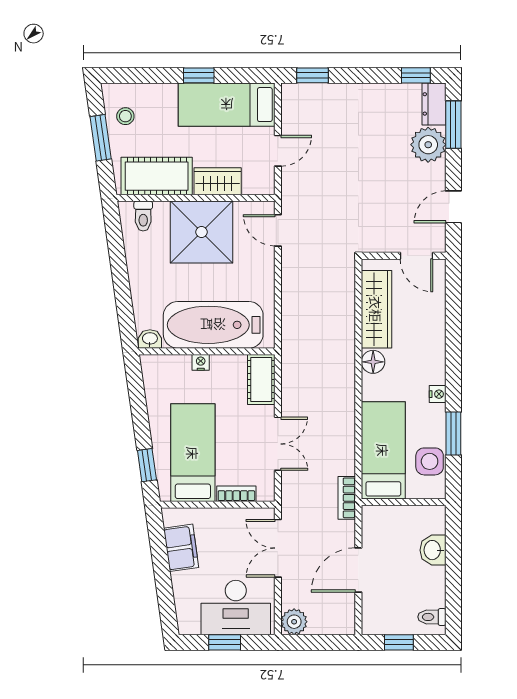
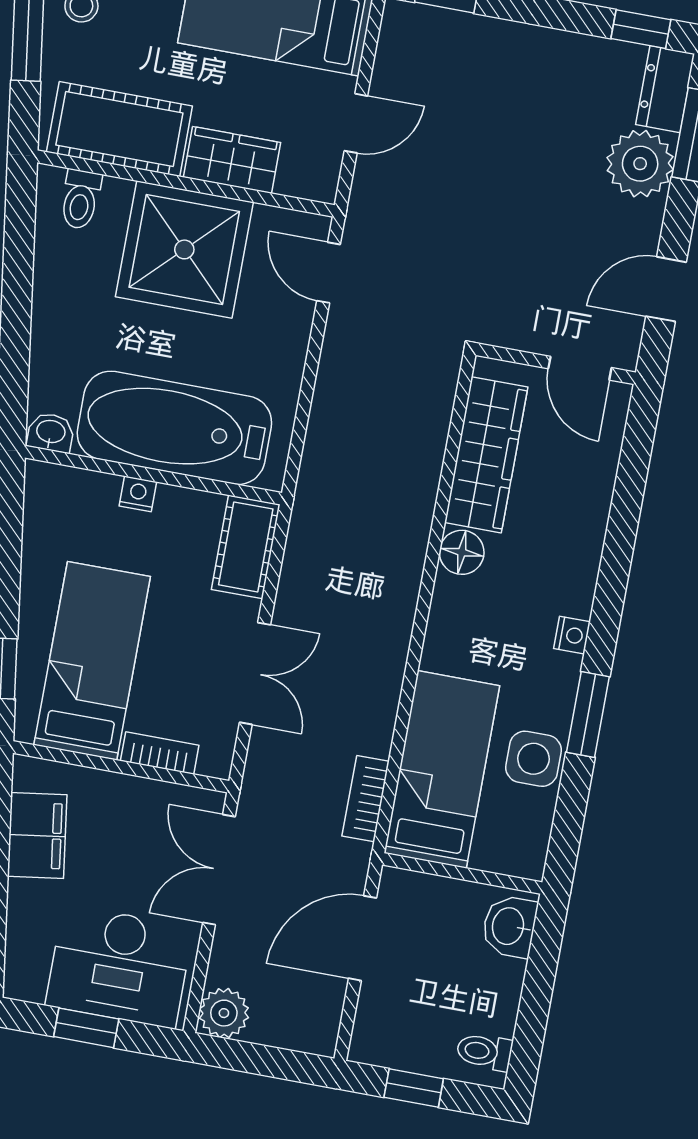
bed: (383, 450) -> (442, 769), moved
wall: (404, 502) -> (462, 873), moved

